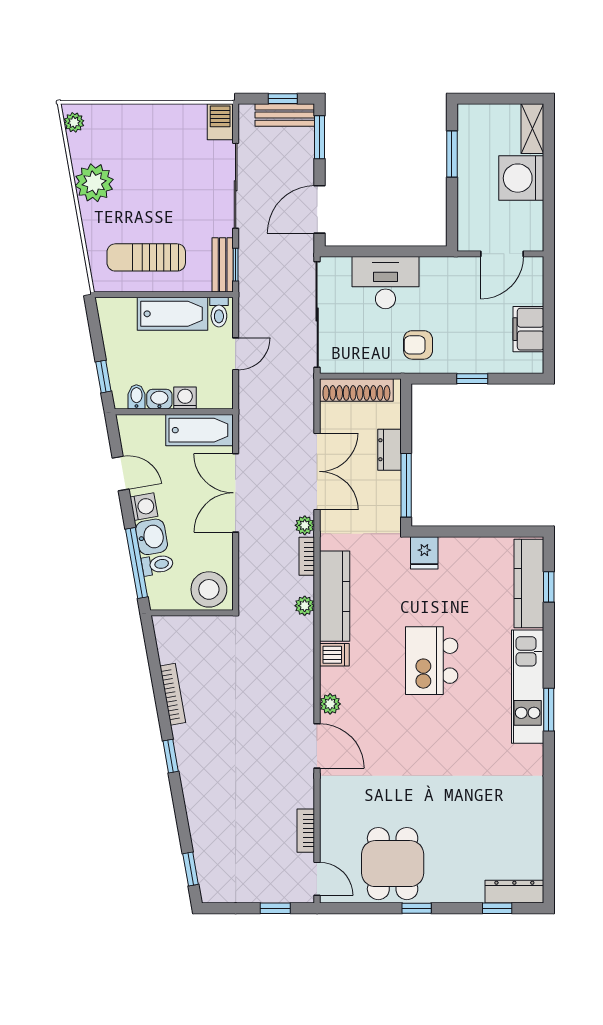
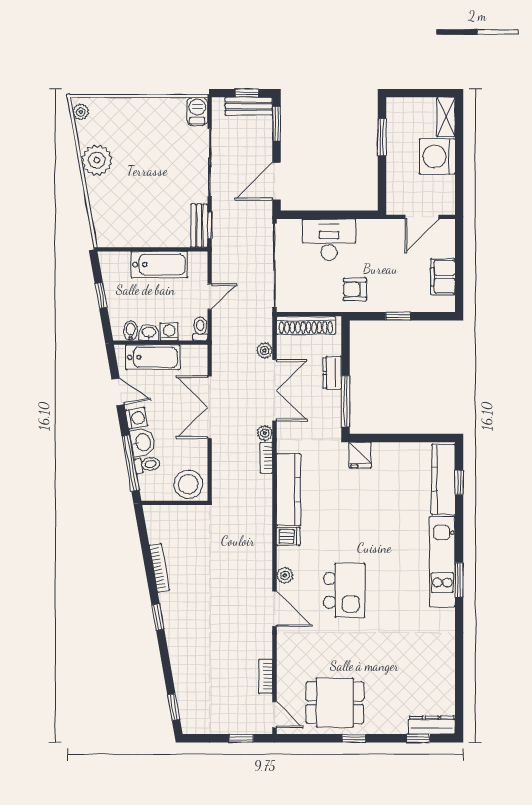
sun lounger: (146, 257) -> (138, 220), removed
toilet: (219, 312) -> (200, 329), moved, turned 180
window: (103, 377) -> (101, 296), moved
bathtub: (199, 430) -> (153, 357), moved
plant: (305, 606) -> (265, 350), moved
kitchen island: (432, 661) -> (344, 590), moved, turned 180
dining table: (393, 864) -> (335, 703), turned 90

